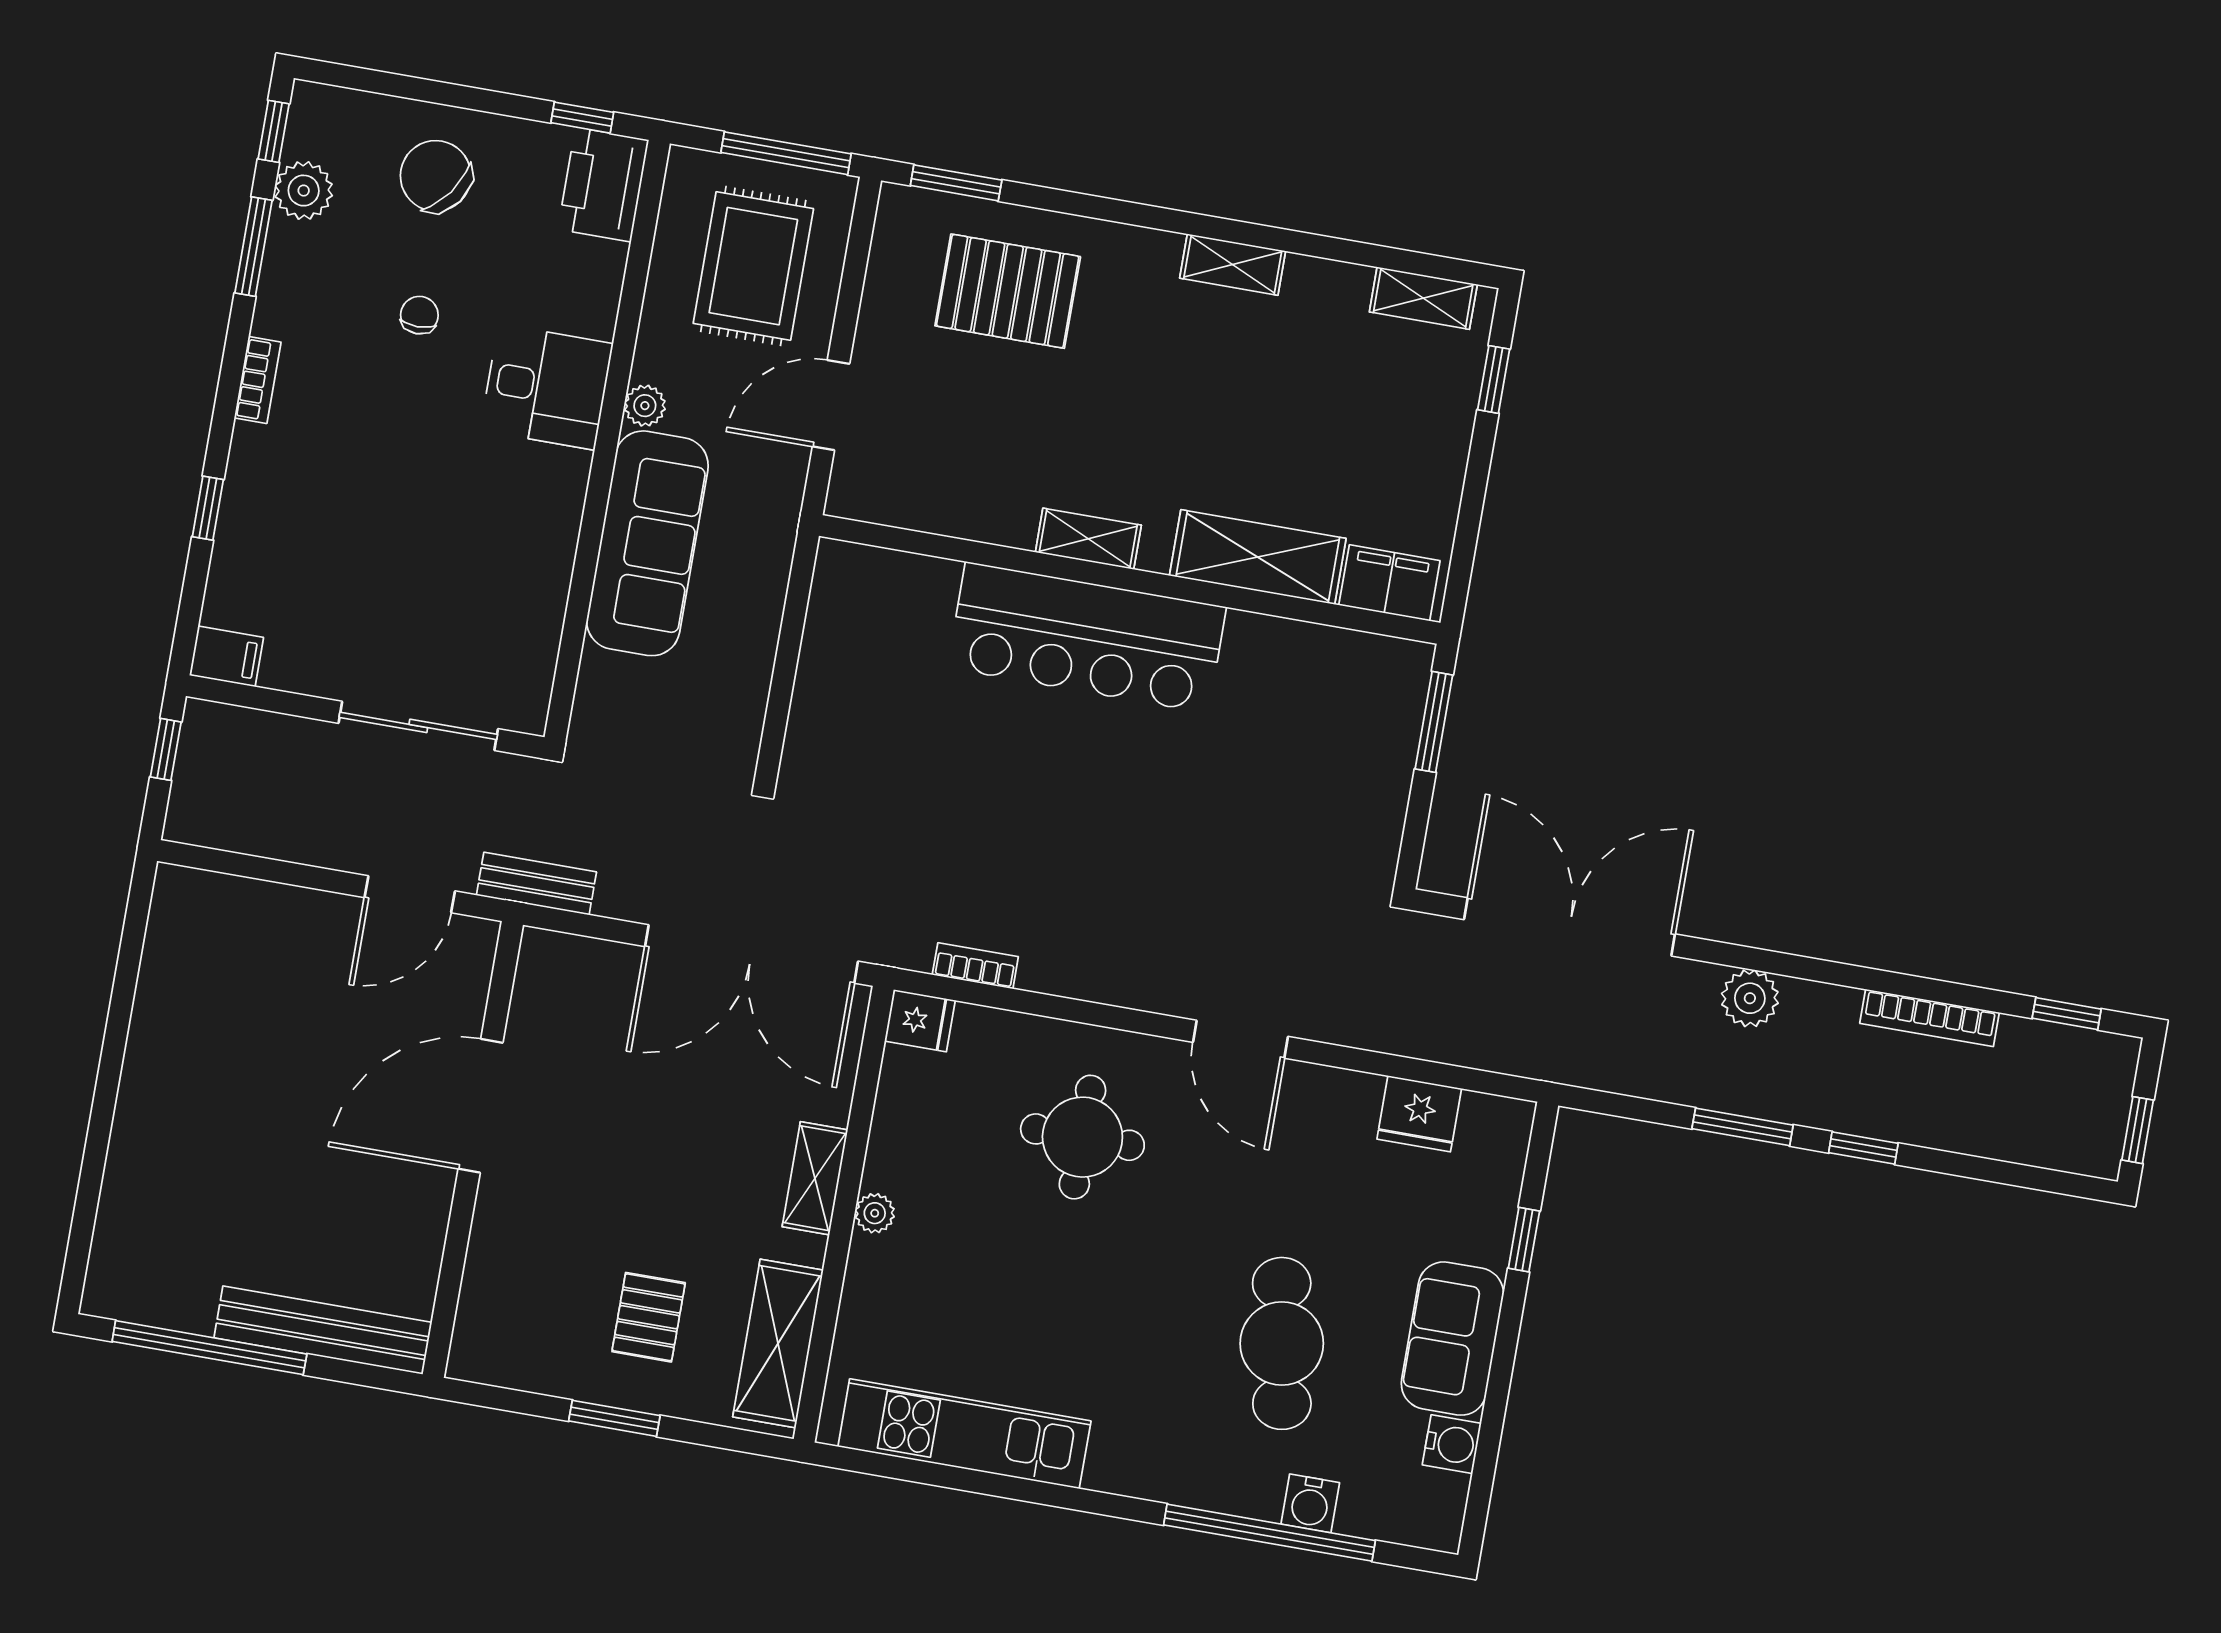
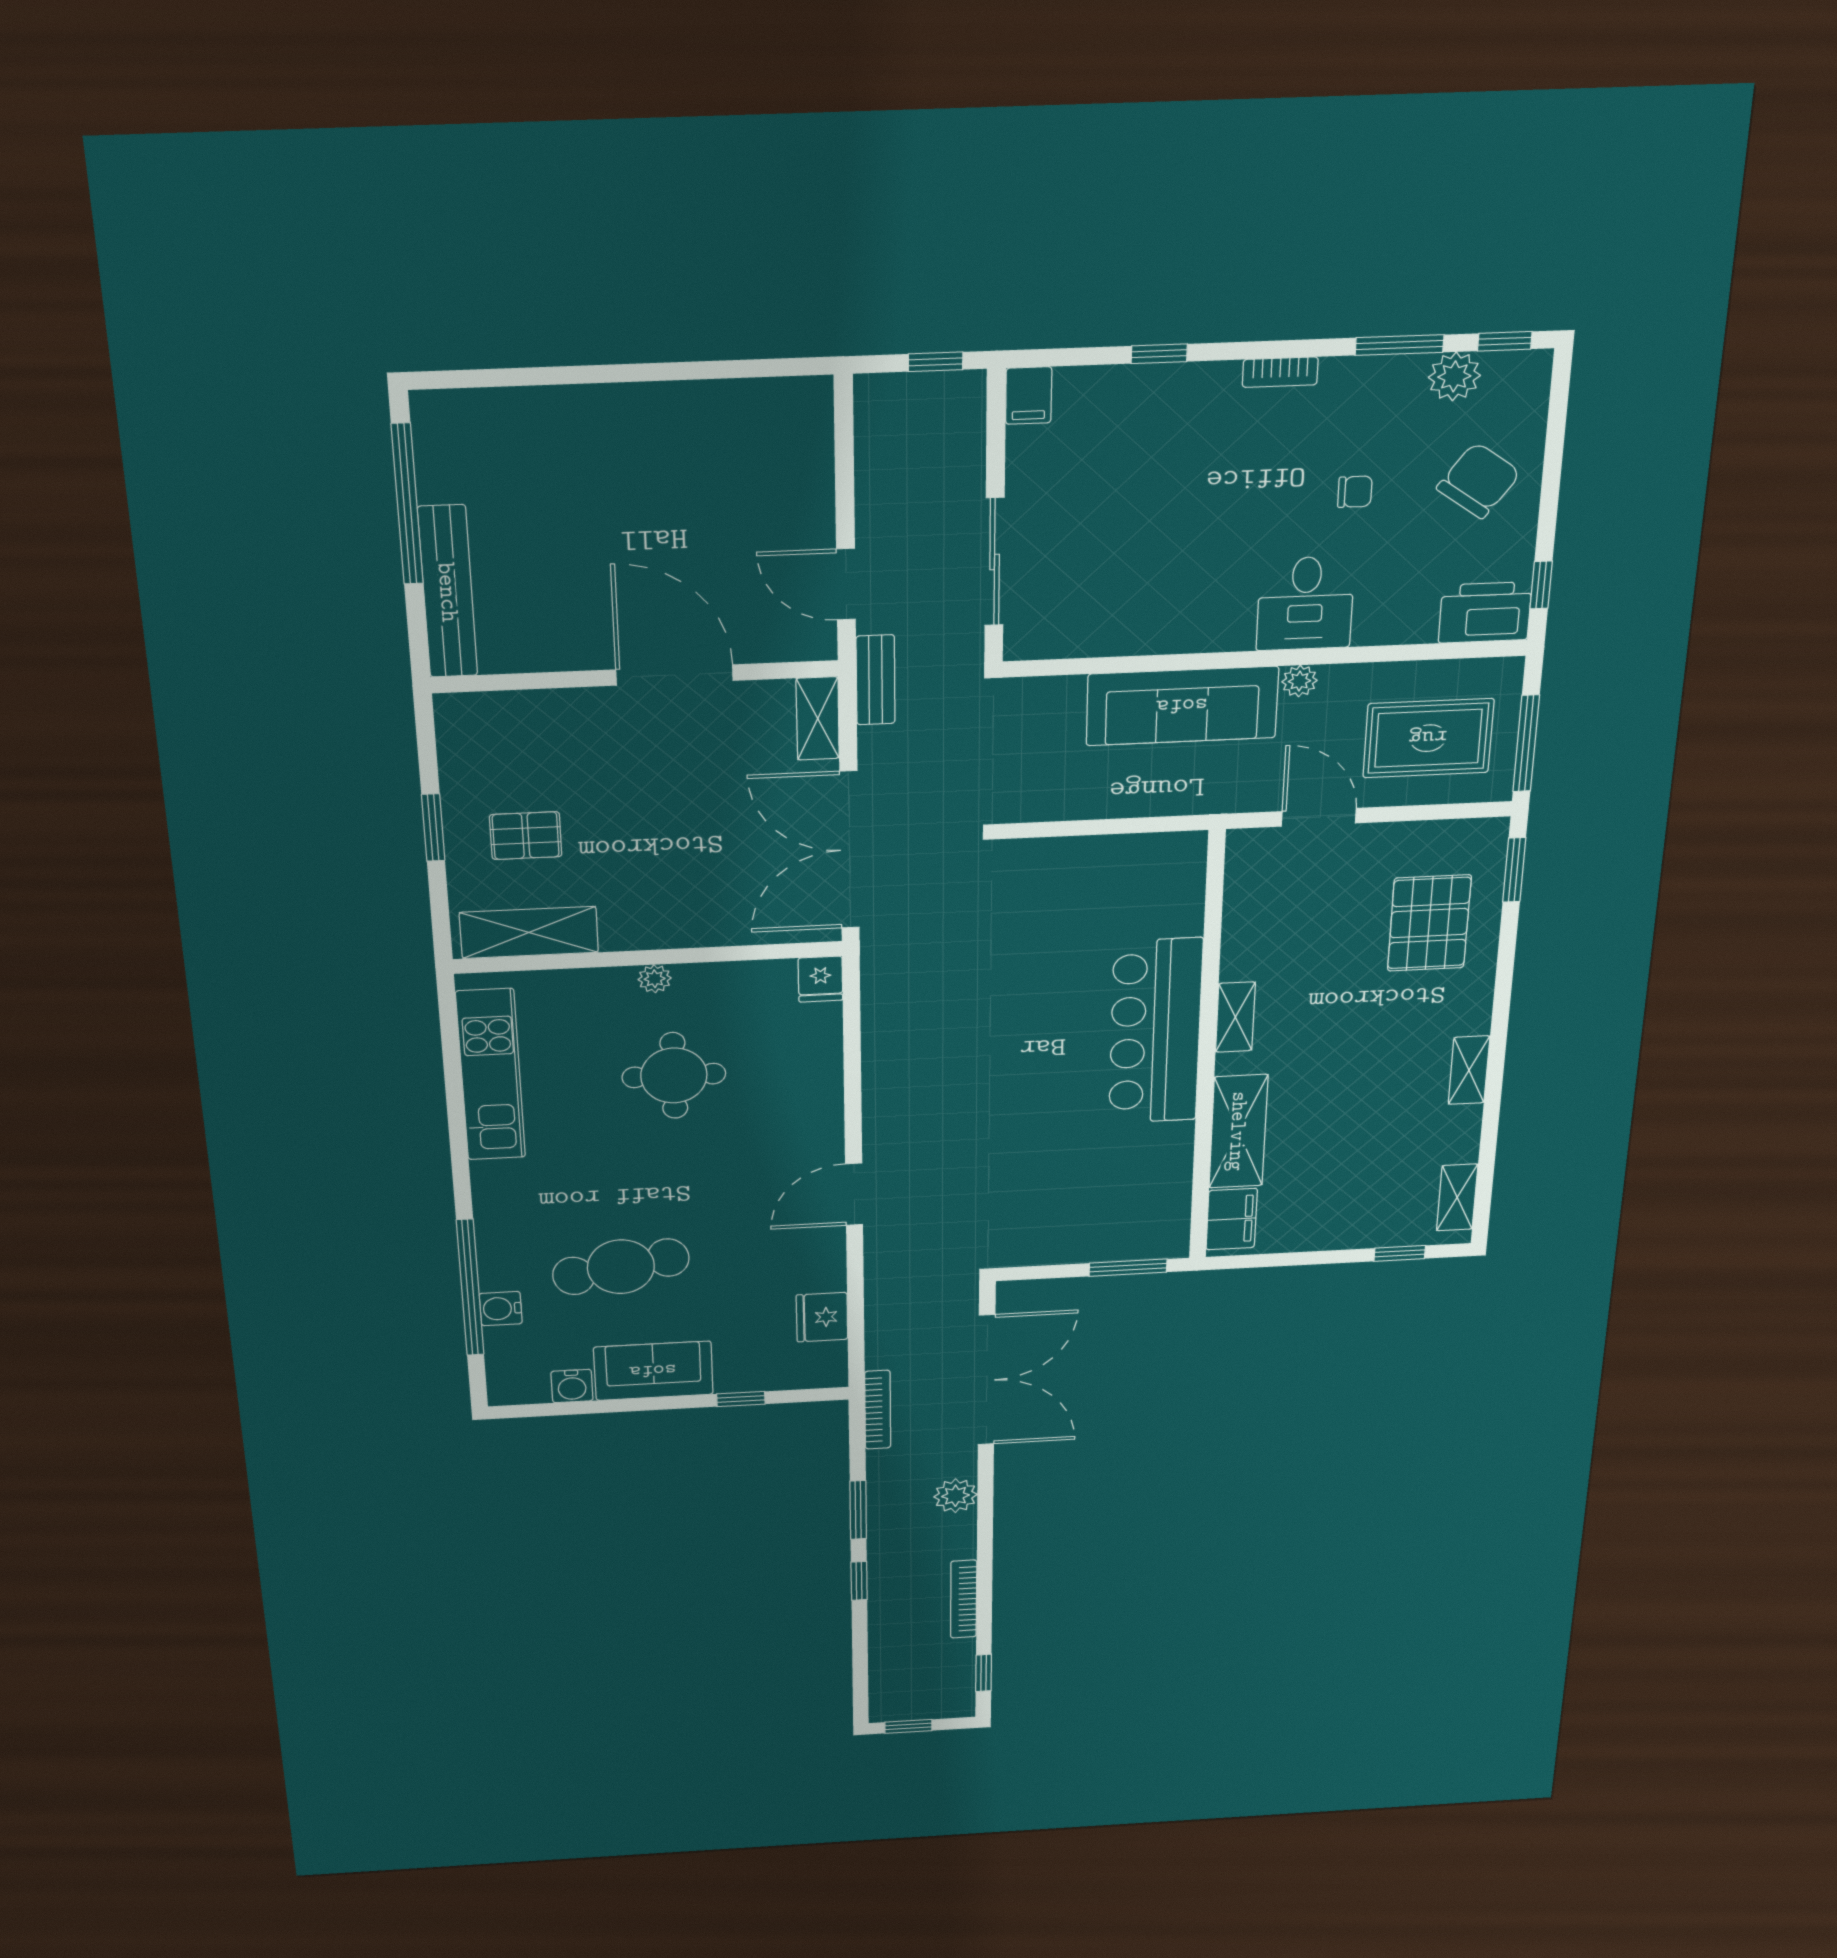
bookcase: (975, 966) -> (878, 1410), moved, width x1.56
round table: (1082, 1137) -> (674, 1075), moved
shelving: (815, 1178) -> (818, 718), moved, turned 90

